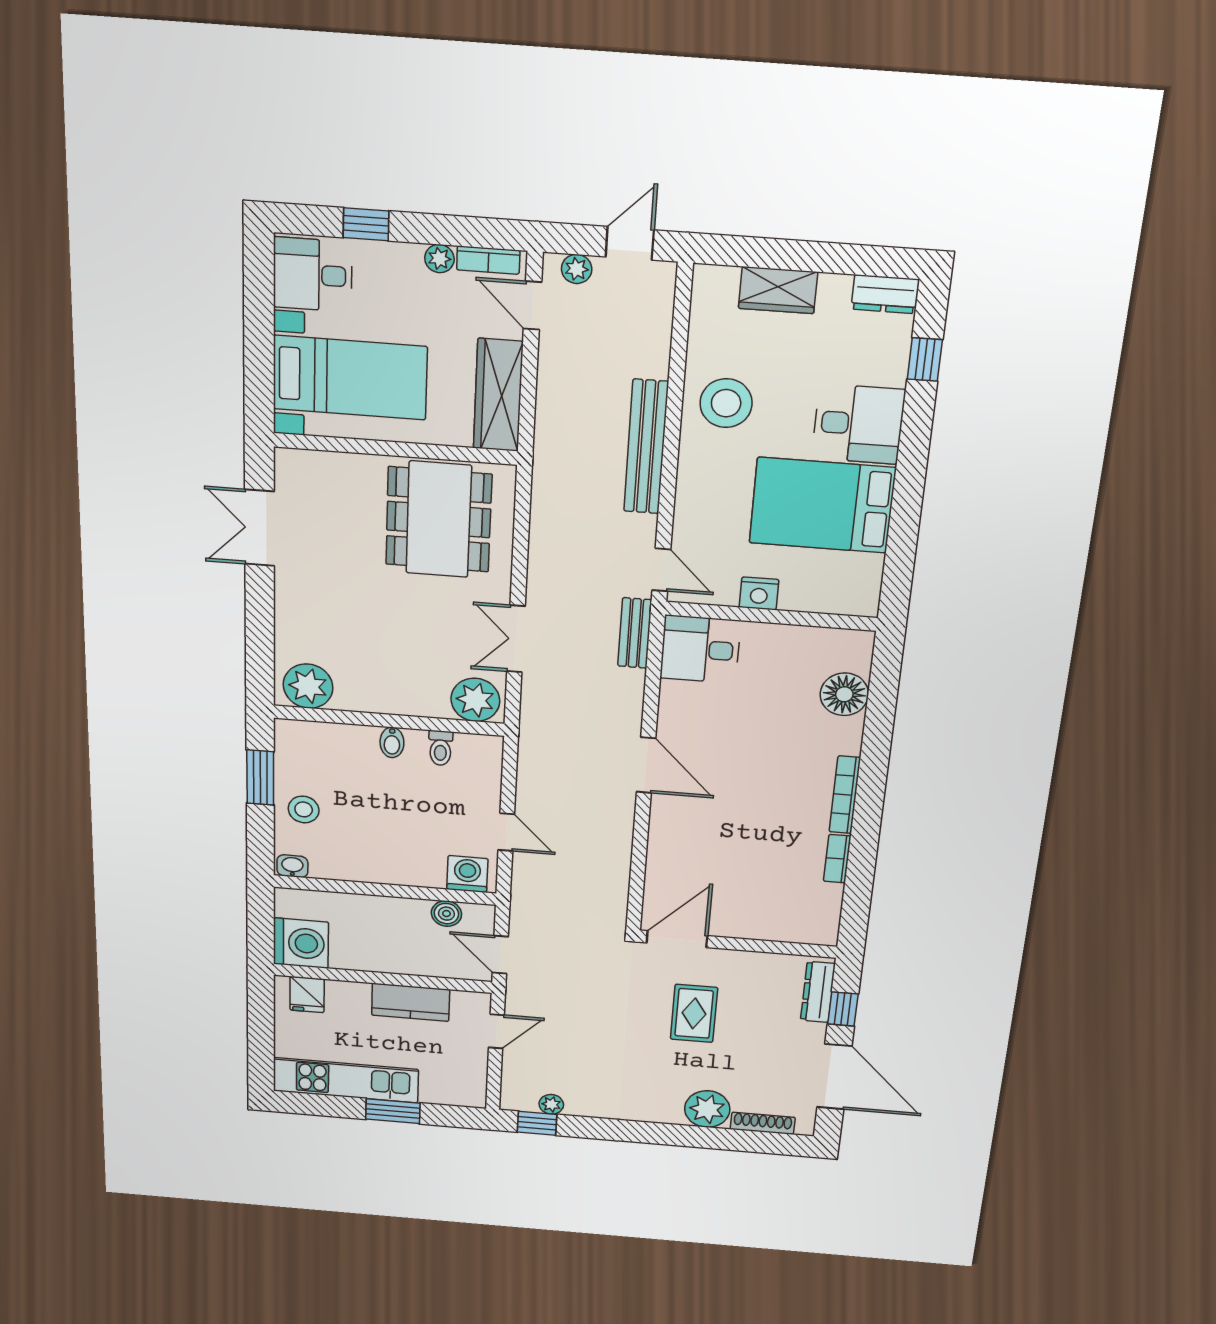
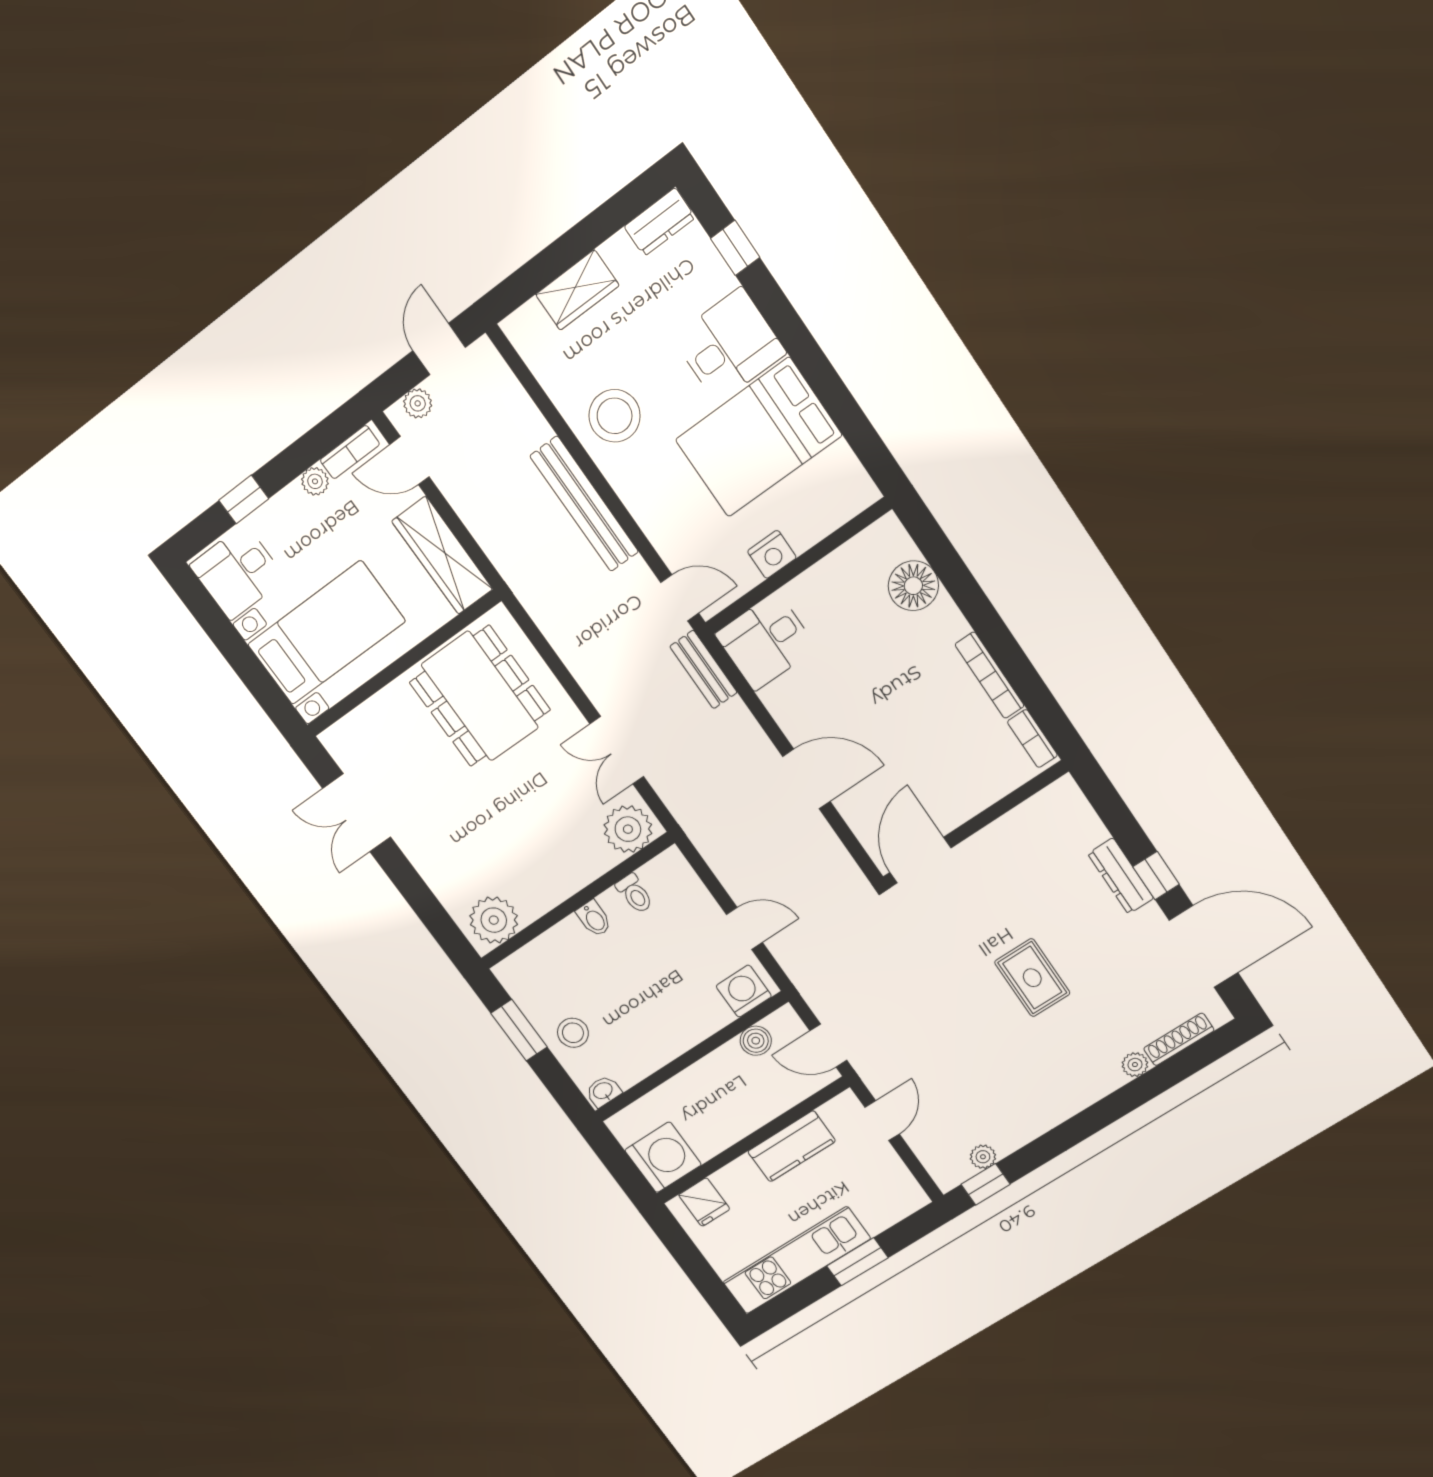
door: (677, 939) -> (920, 860), moved
wall: (738, 944) -> (975, 825), moved
plant: (707, 1109) -> (1135, 1065), width x0.53, depth x0.53

